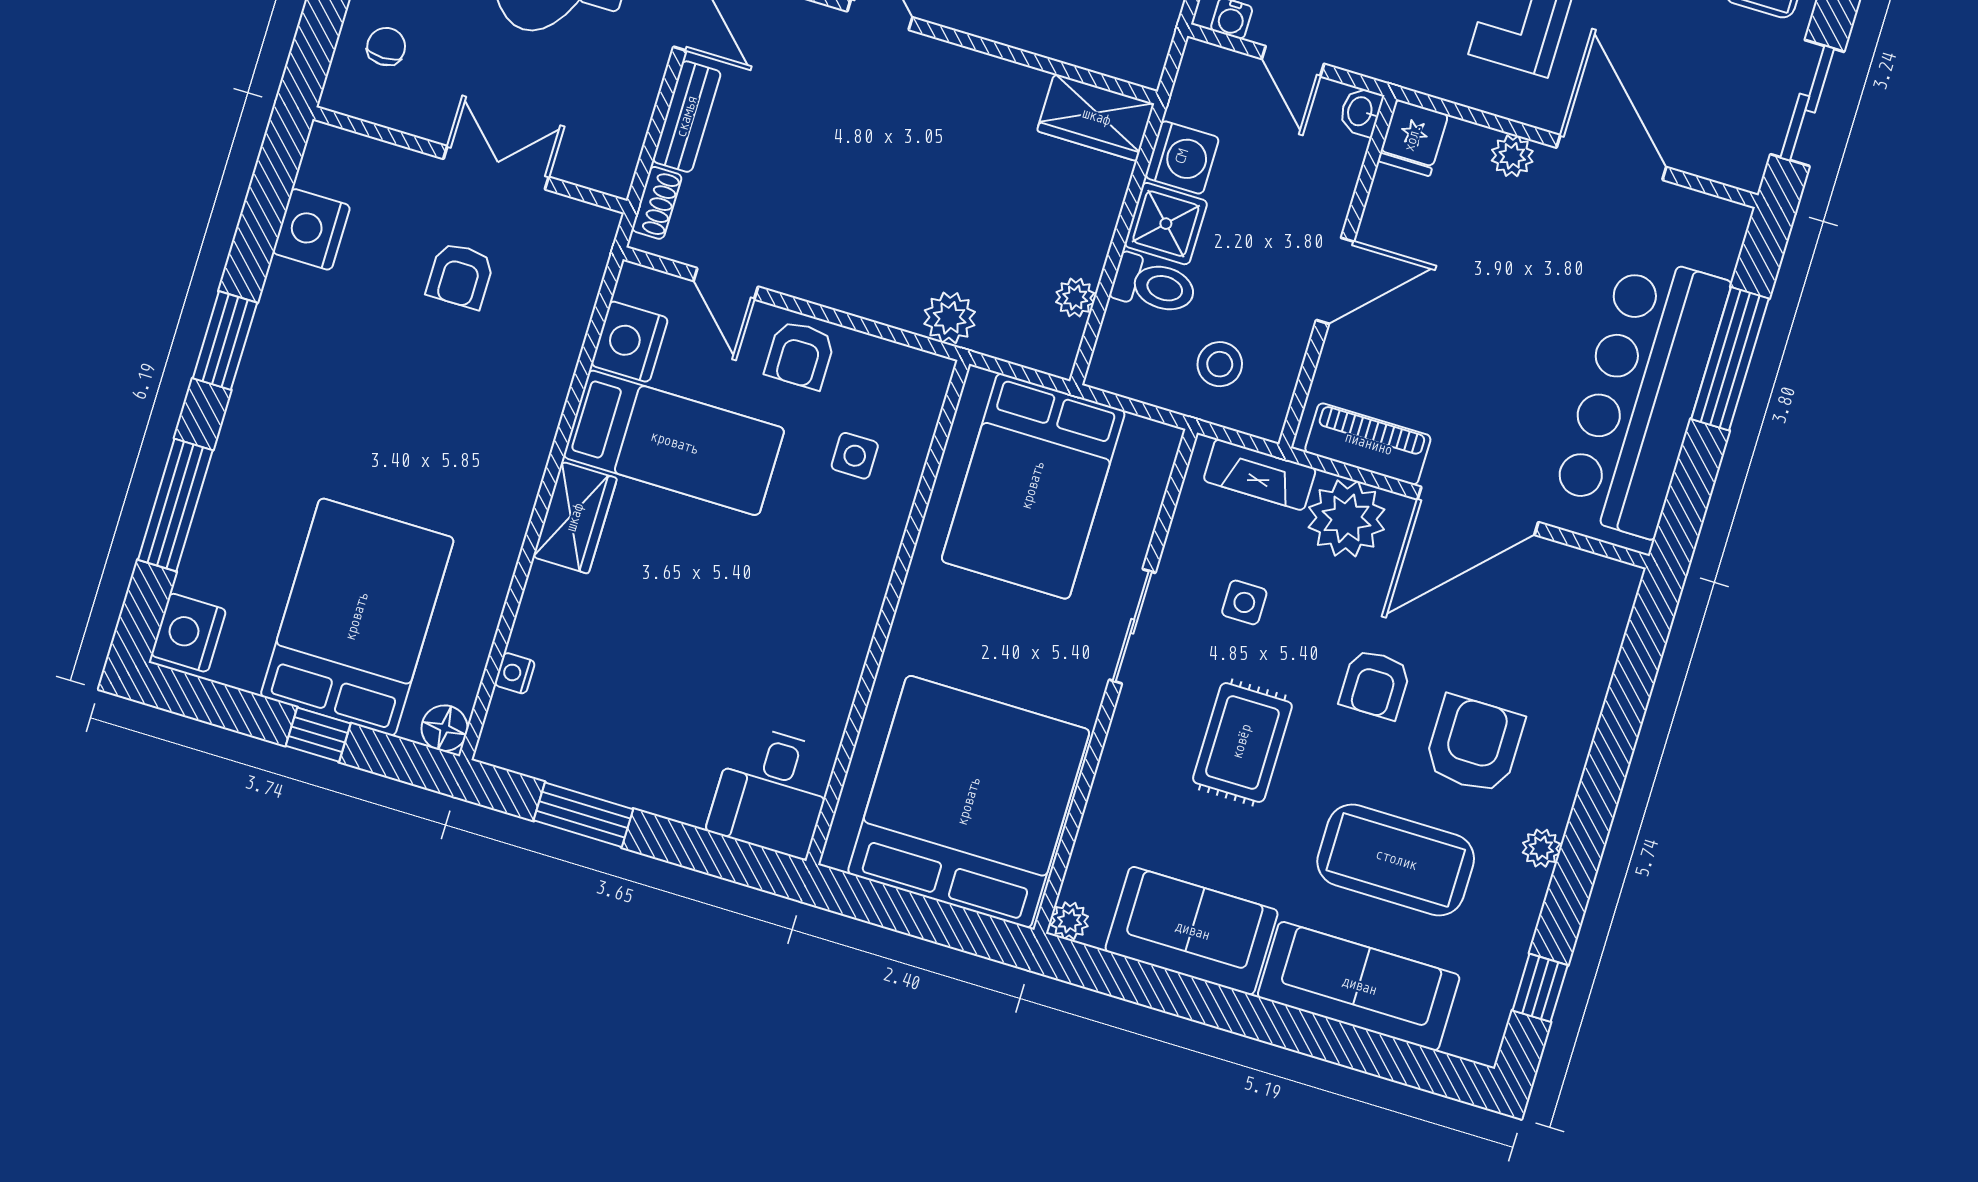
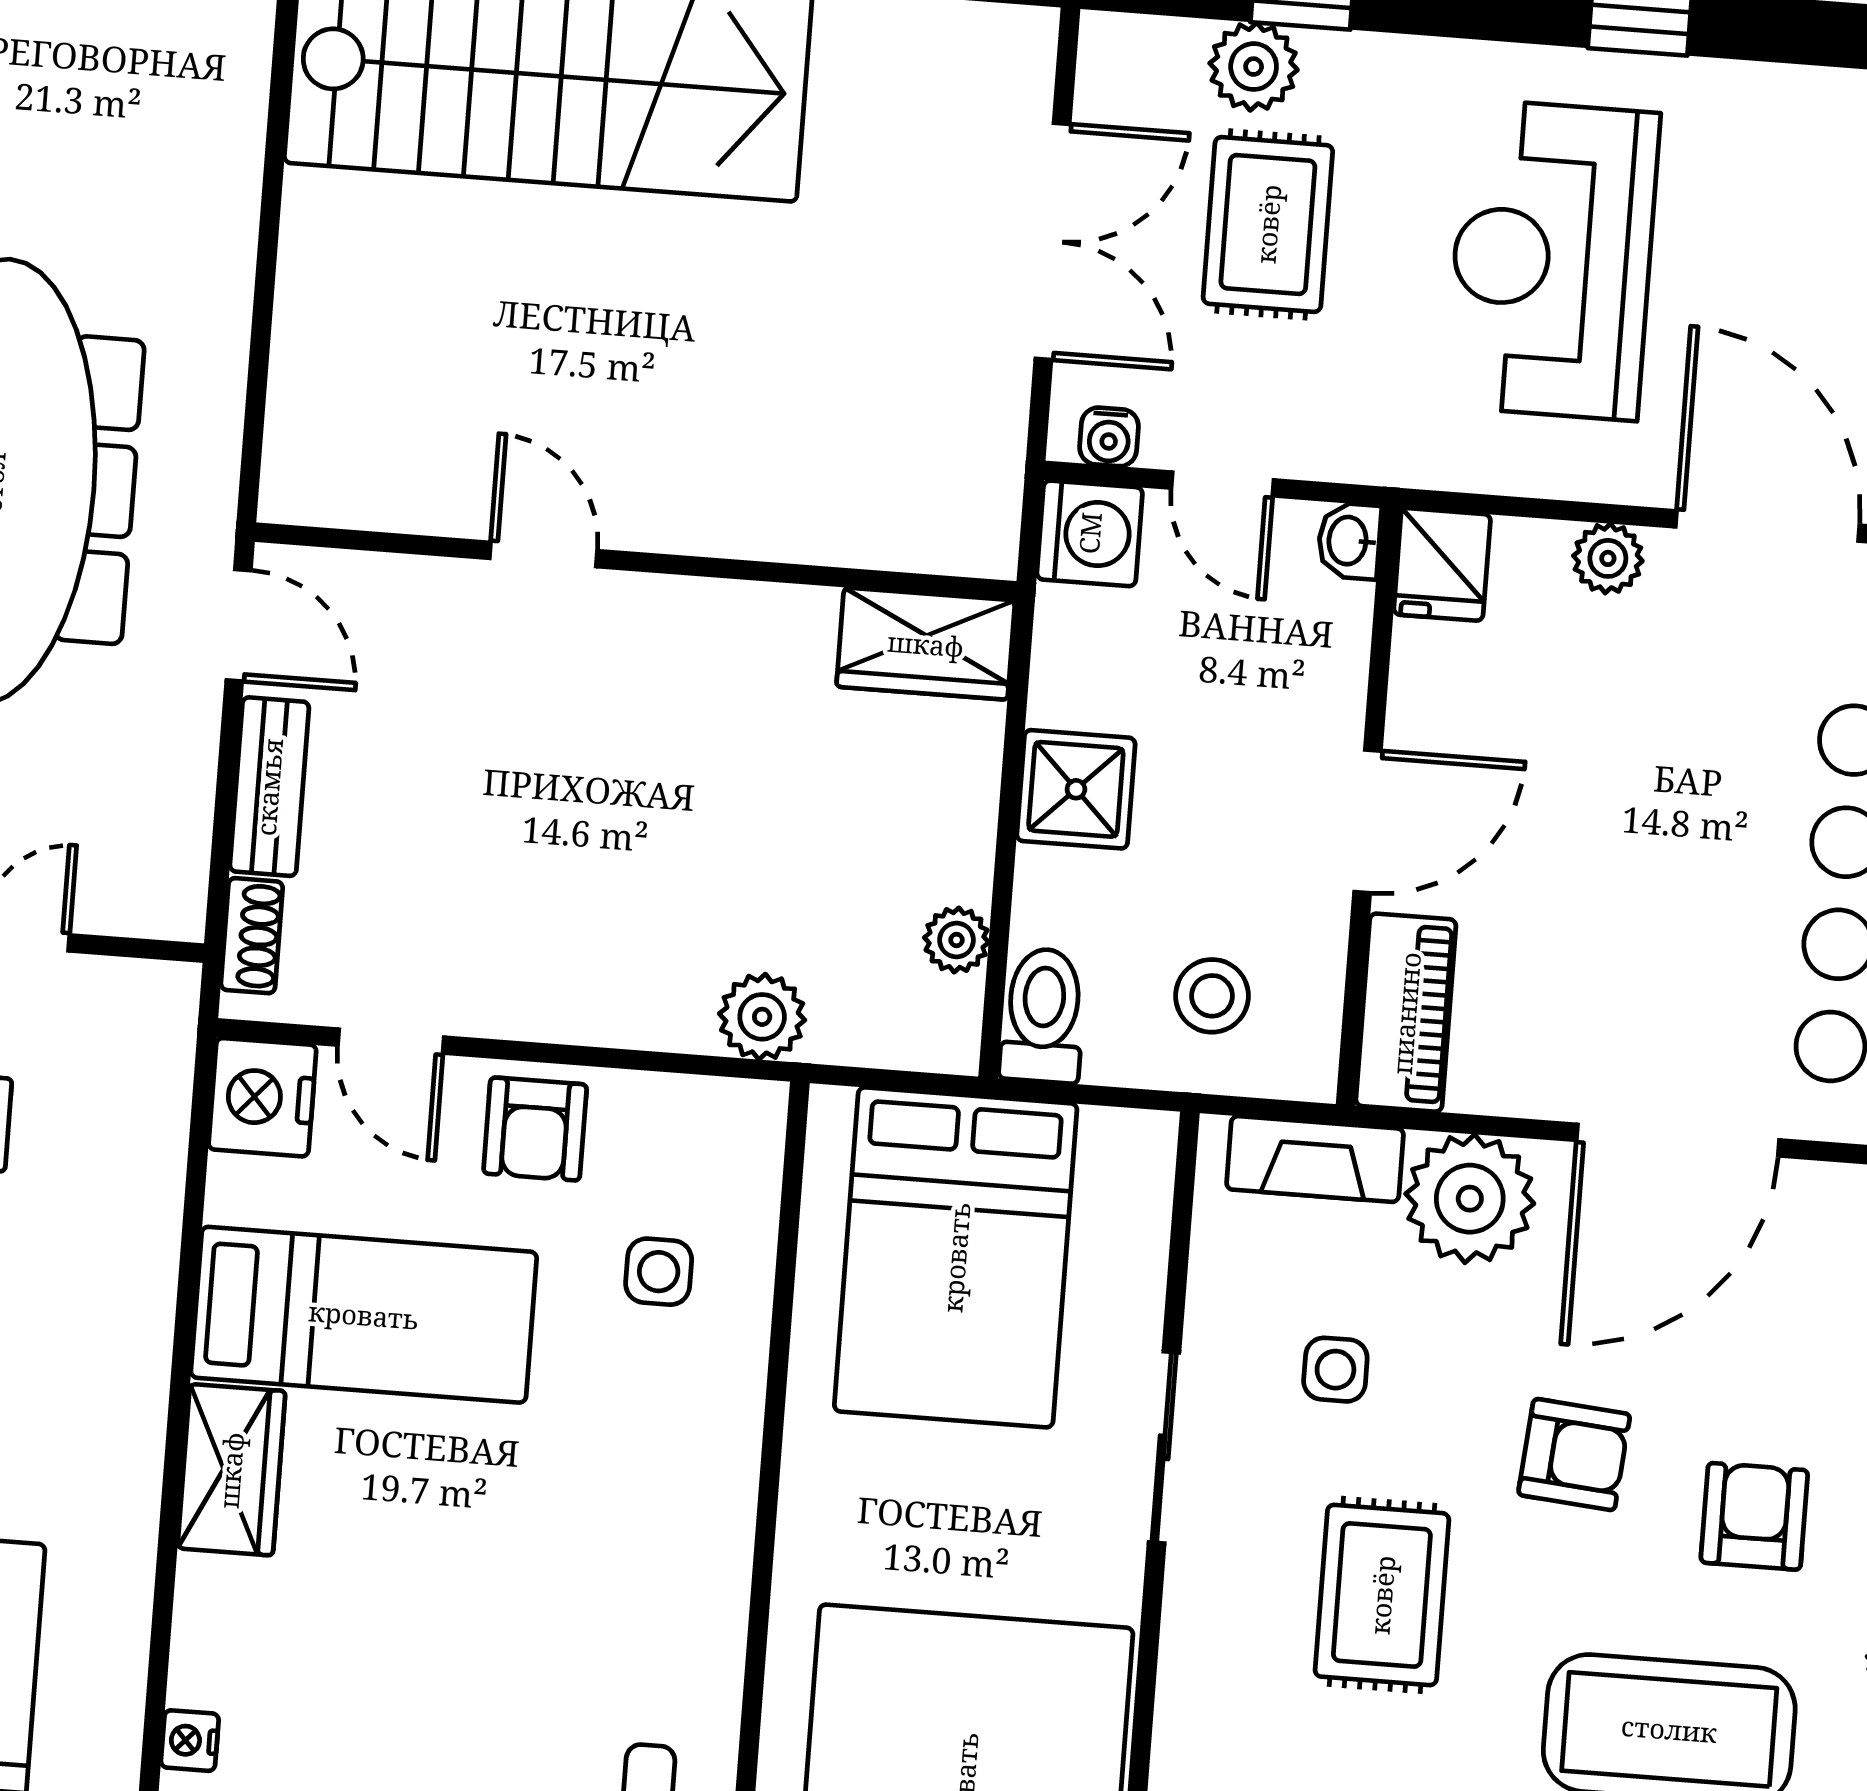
washing machine: (1182, 157) -> (1090, 533), moved
toilet: (1154, 285) -> (1043, 1015), moved, turned -90
nightstand: (630, 342) -> (262, 1097), moved
piano: (1368, 444) -> (1406, 1013), moved, turned 90
armchair: (1375, 684) -> (1574, 1455), turned -85
armchair: (1474, 744) -> (1754, 1516), width x0.72, depth x0.72

